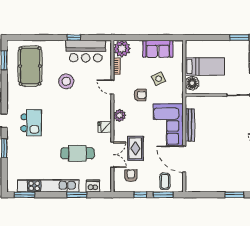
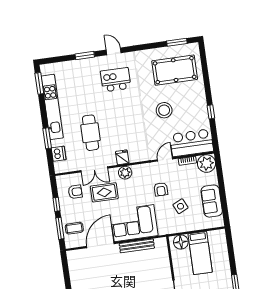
bar counter: (86, 51) -> (192, 143), moved, turned 90
plant: (120, 115) -> (125, 173), moved
kitchen island: (31, 123) -> (116, 80), turned 180

